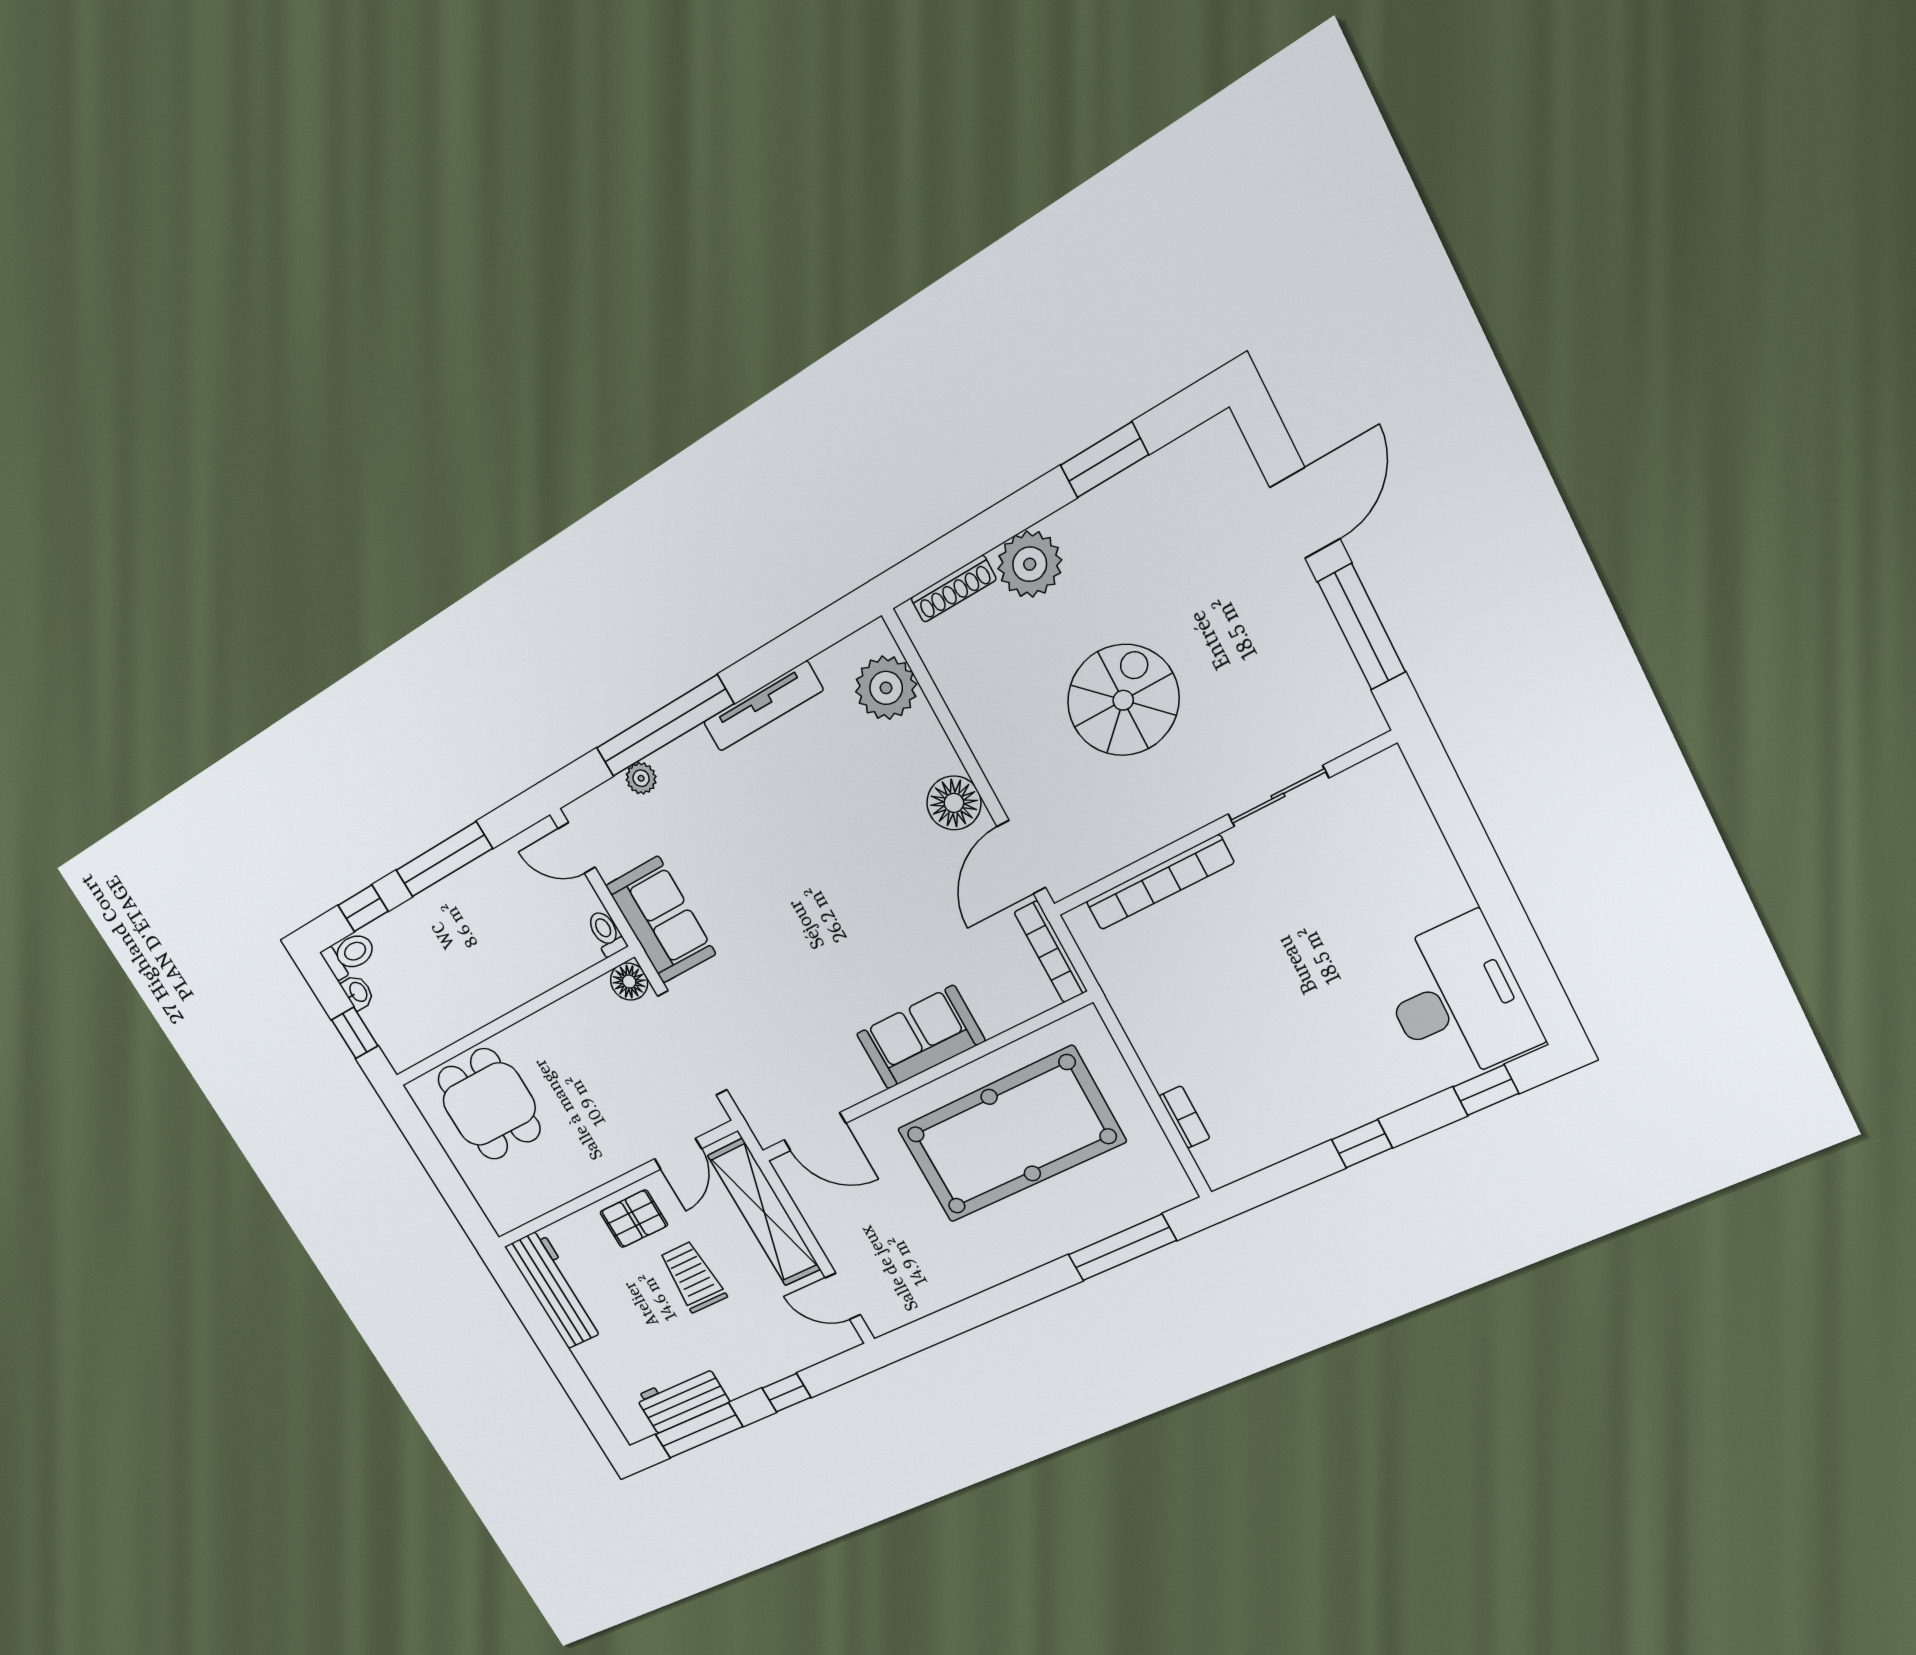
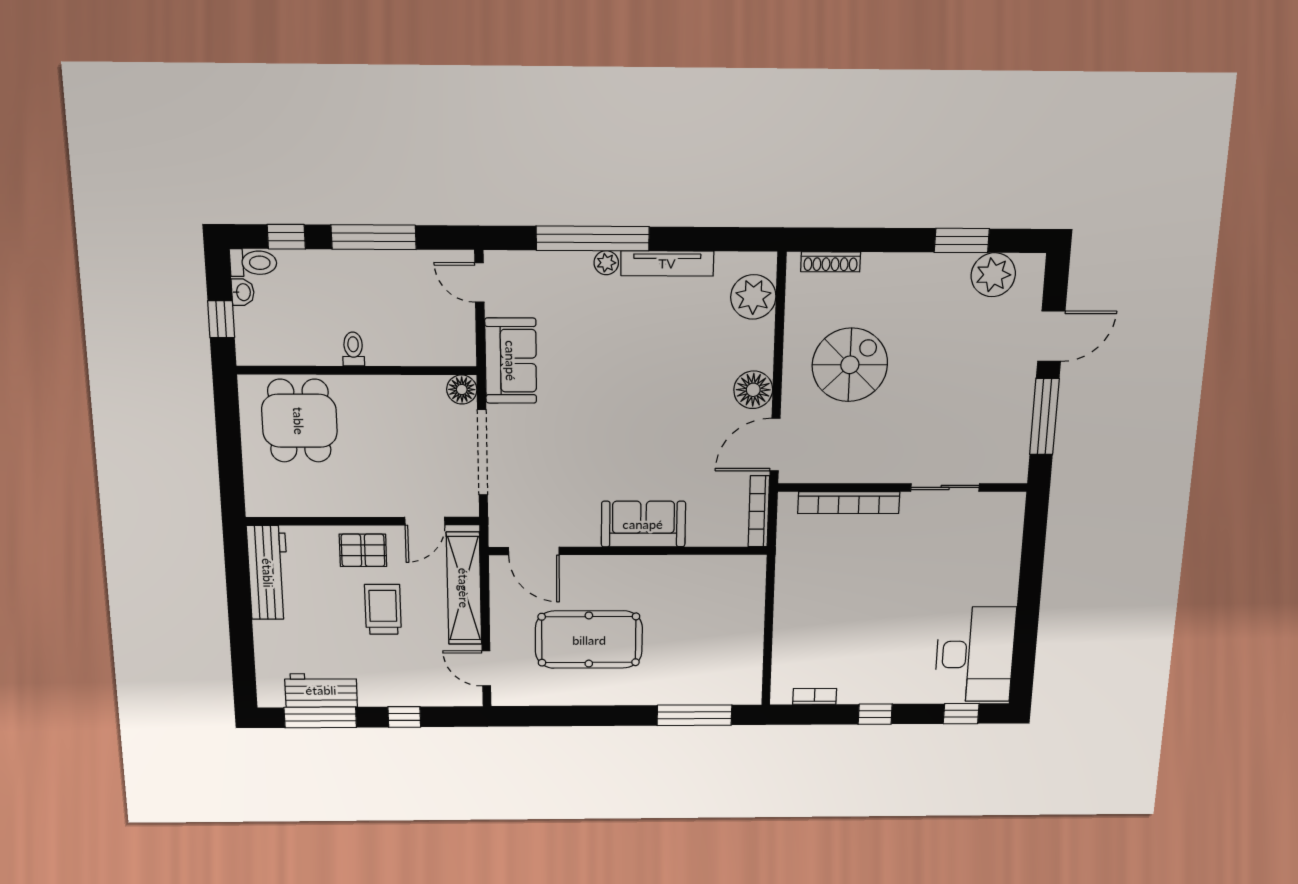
plant: (1030, 564) -> (993, 275), moved
spiral stairs: (1123, 700) -> (850, 365), moved
plant: (641, 778) -> (606, 263), moved
toilet: (606, 933) -> (353, 349), moved
bookcase: (1184, 1117) -> (815, 696), moved, turned -90
pool table: (1011, 1135) -> (589, 640), moved, width x0.73, depth x0.76

